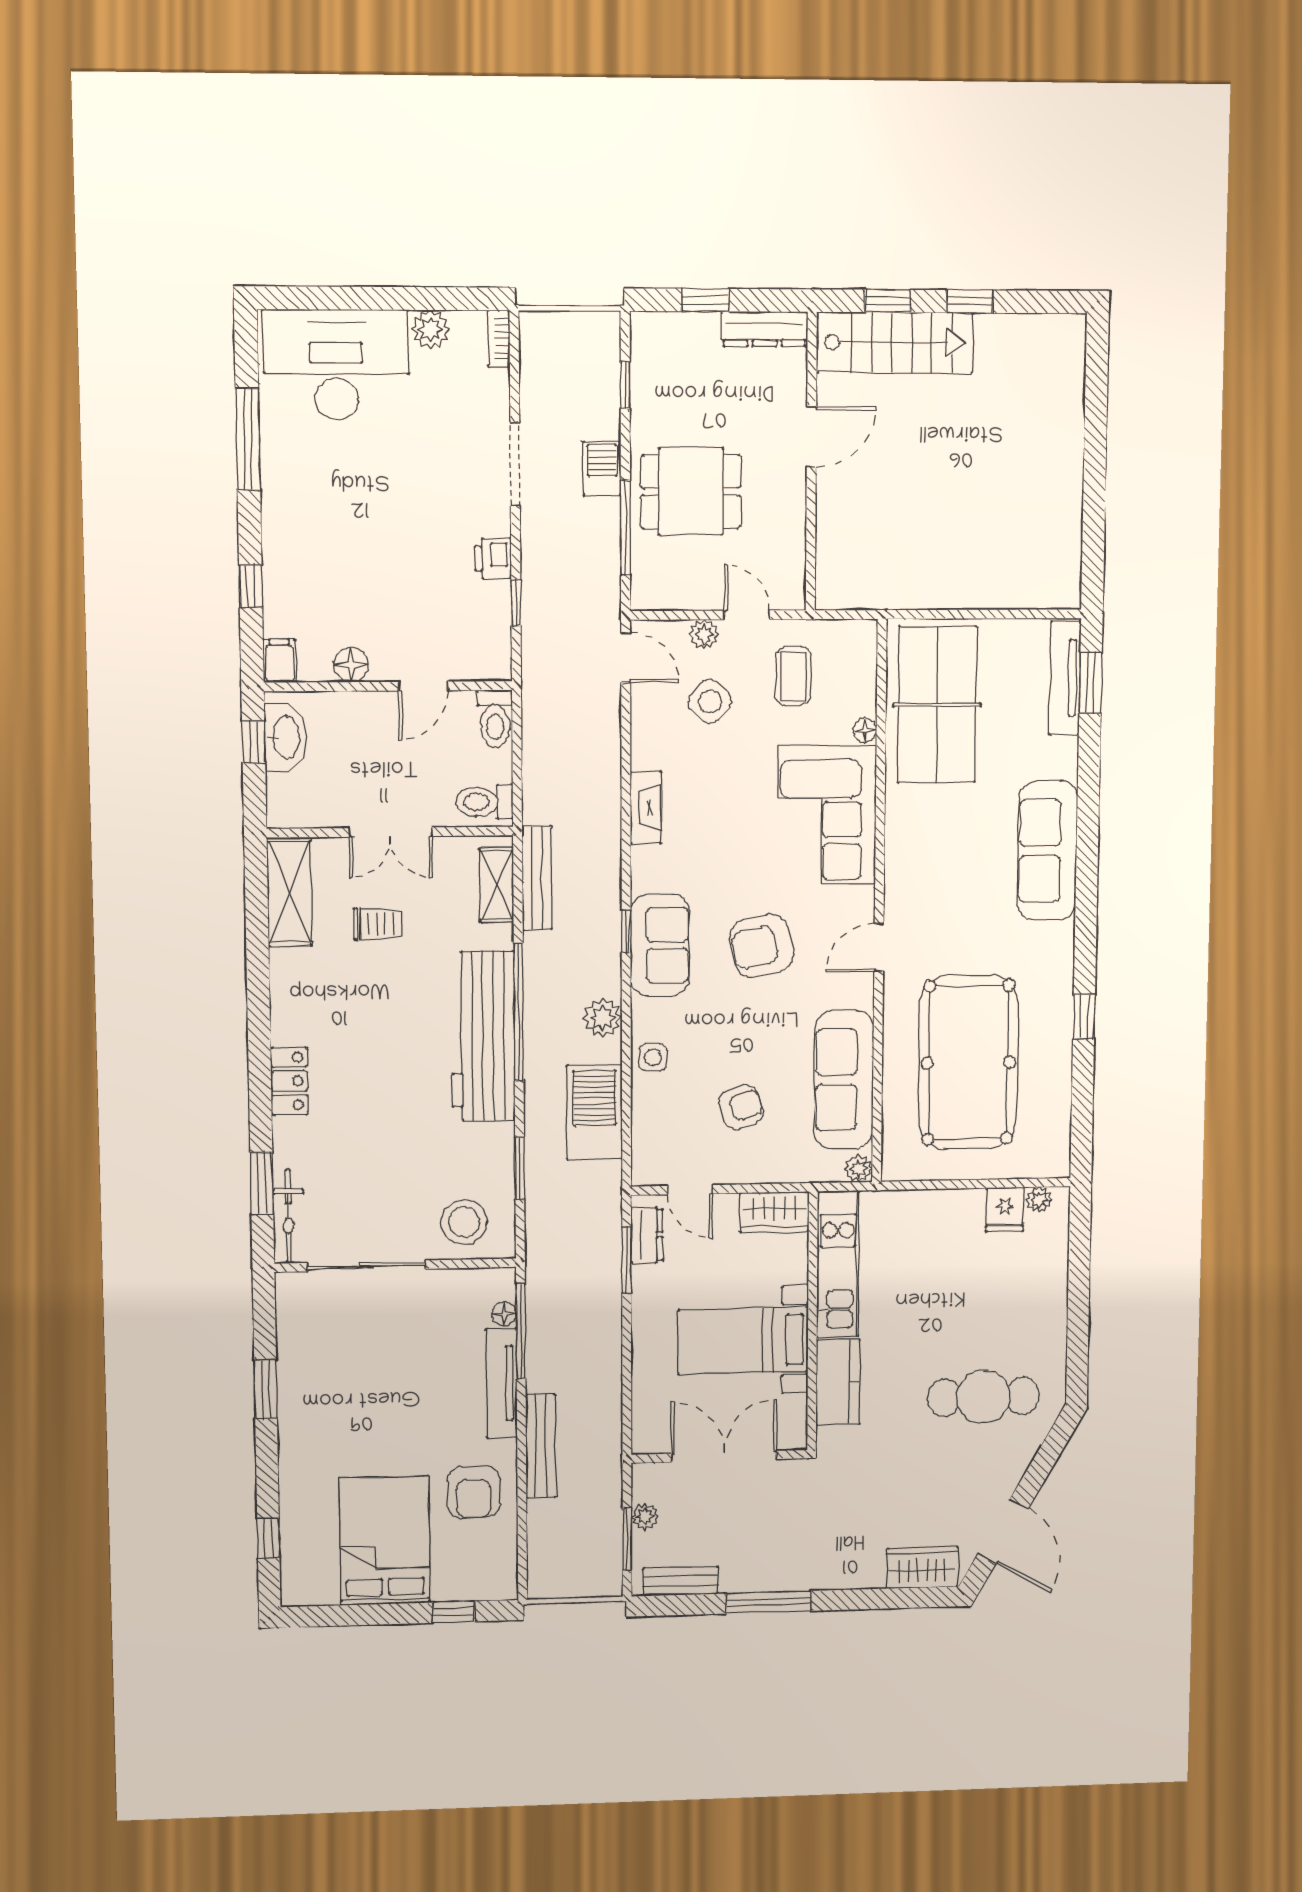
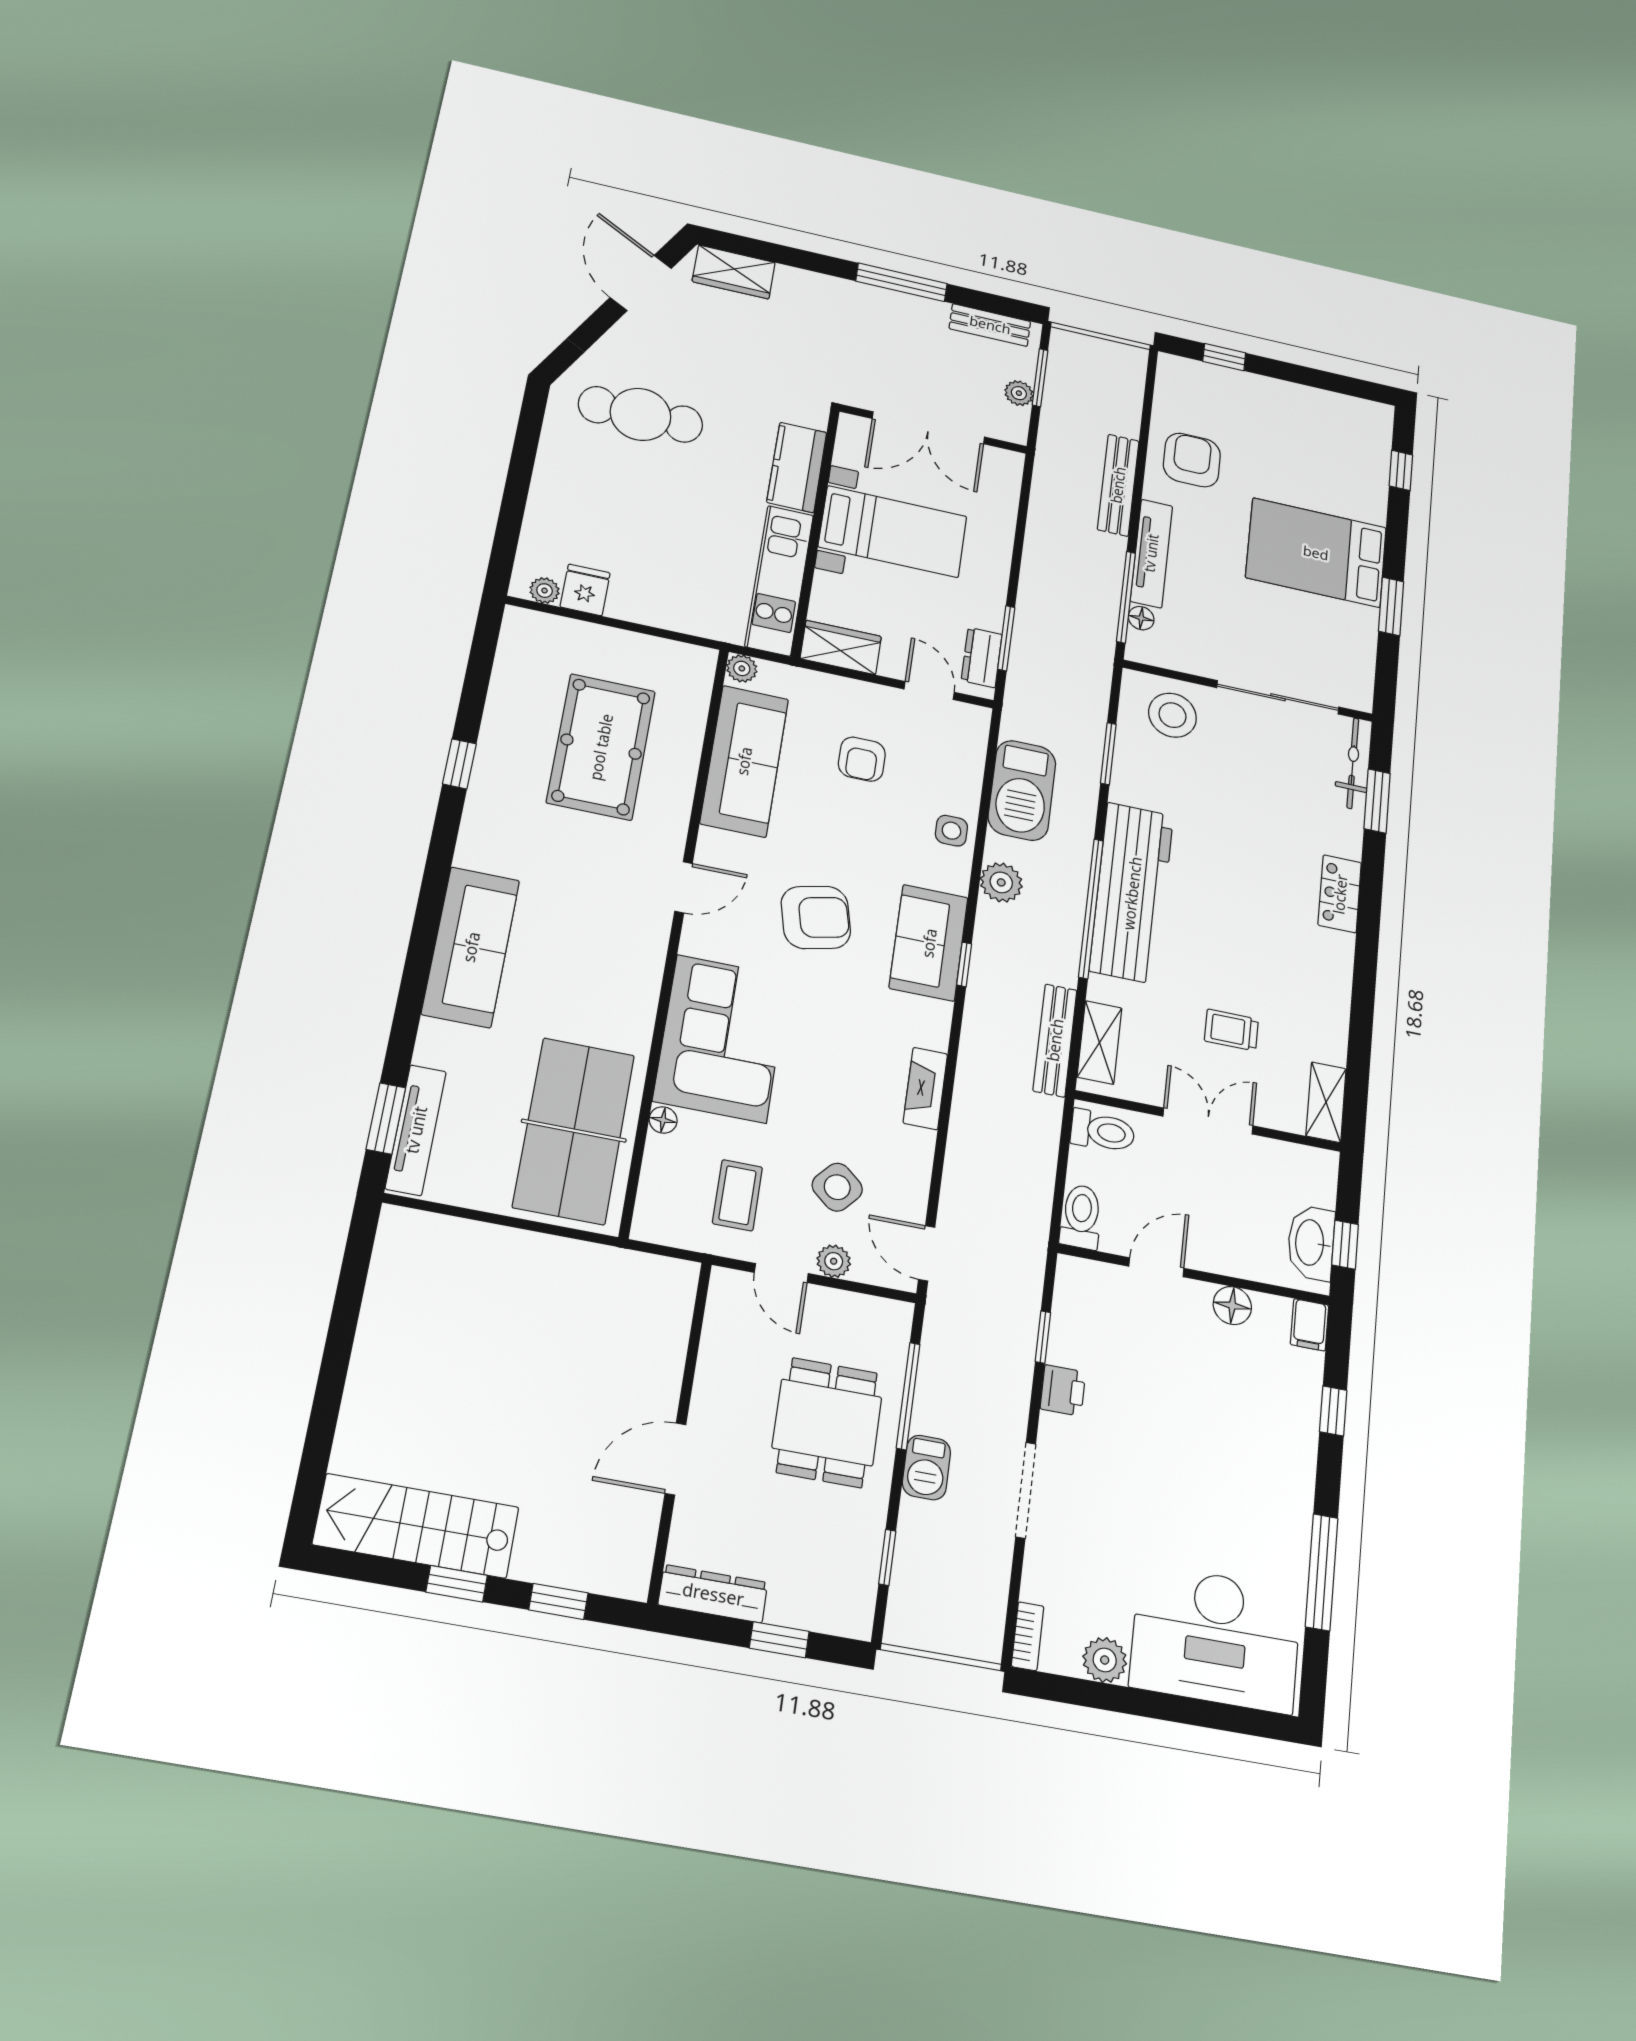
stairs: (895, 343) -> (416, 1526), moved
dining table: (691, 492) -> (827, 1422), turned 90
shelving: (289, 892) -> (1326, 1102), width x0.67, depth x0.75
pool table: (968, 1062) -> (601, 747), width x0.73, depth x0.76
armchair: (741, 1107) -> (862, 759), turned -70
bed: (385, 1541) -> (1316, 553), moved, turned 90

